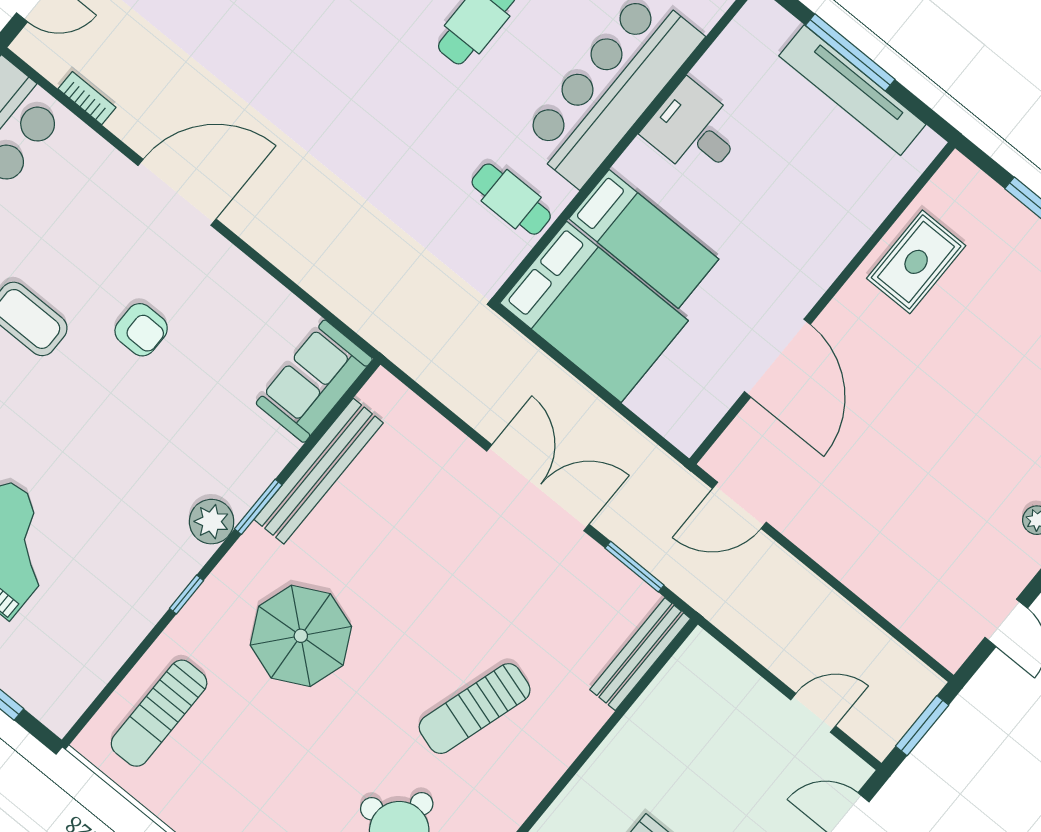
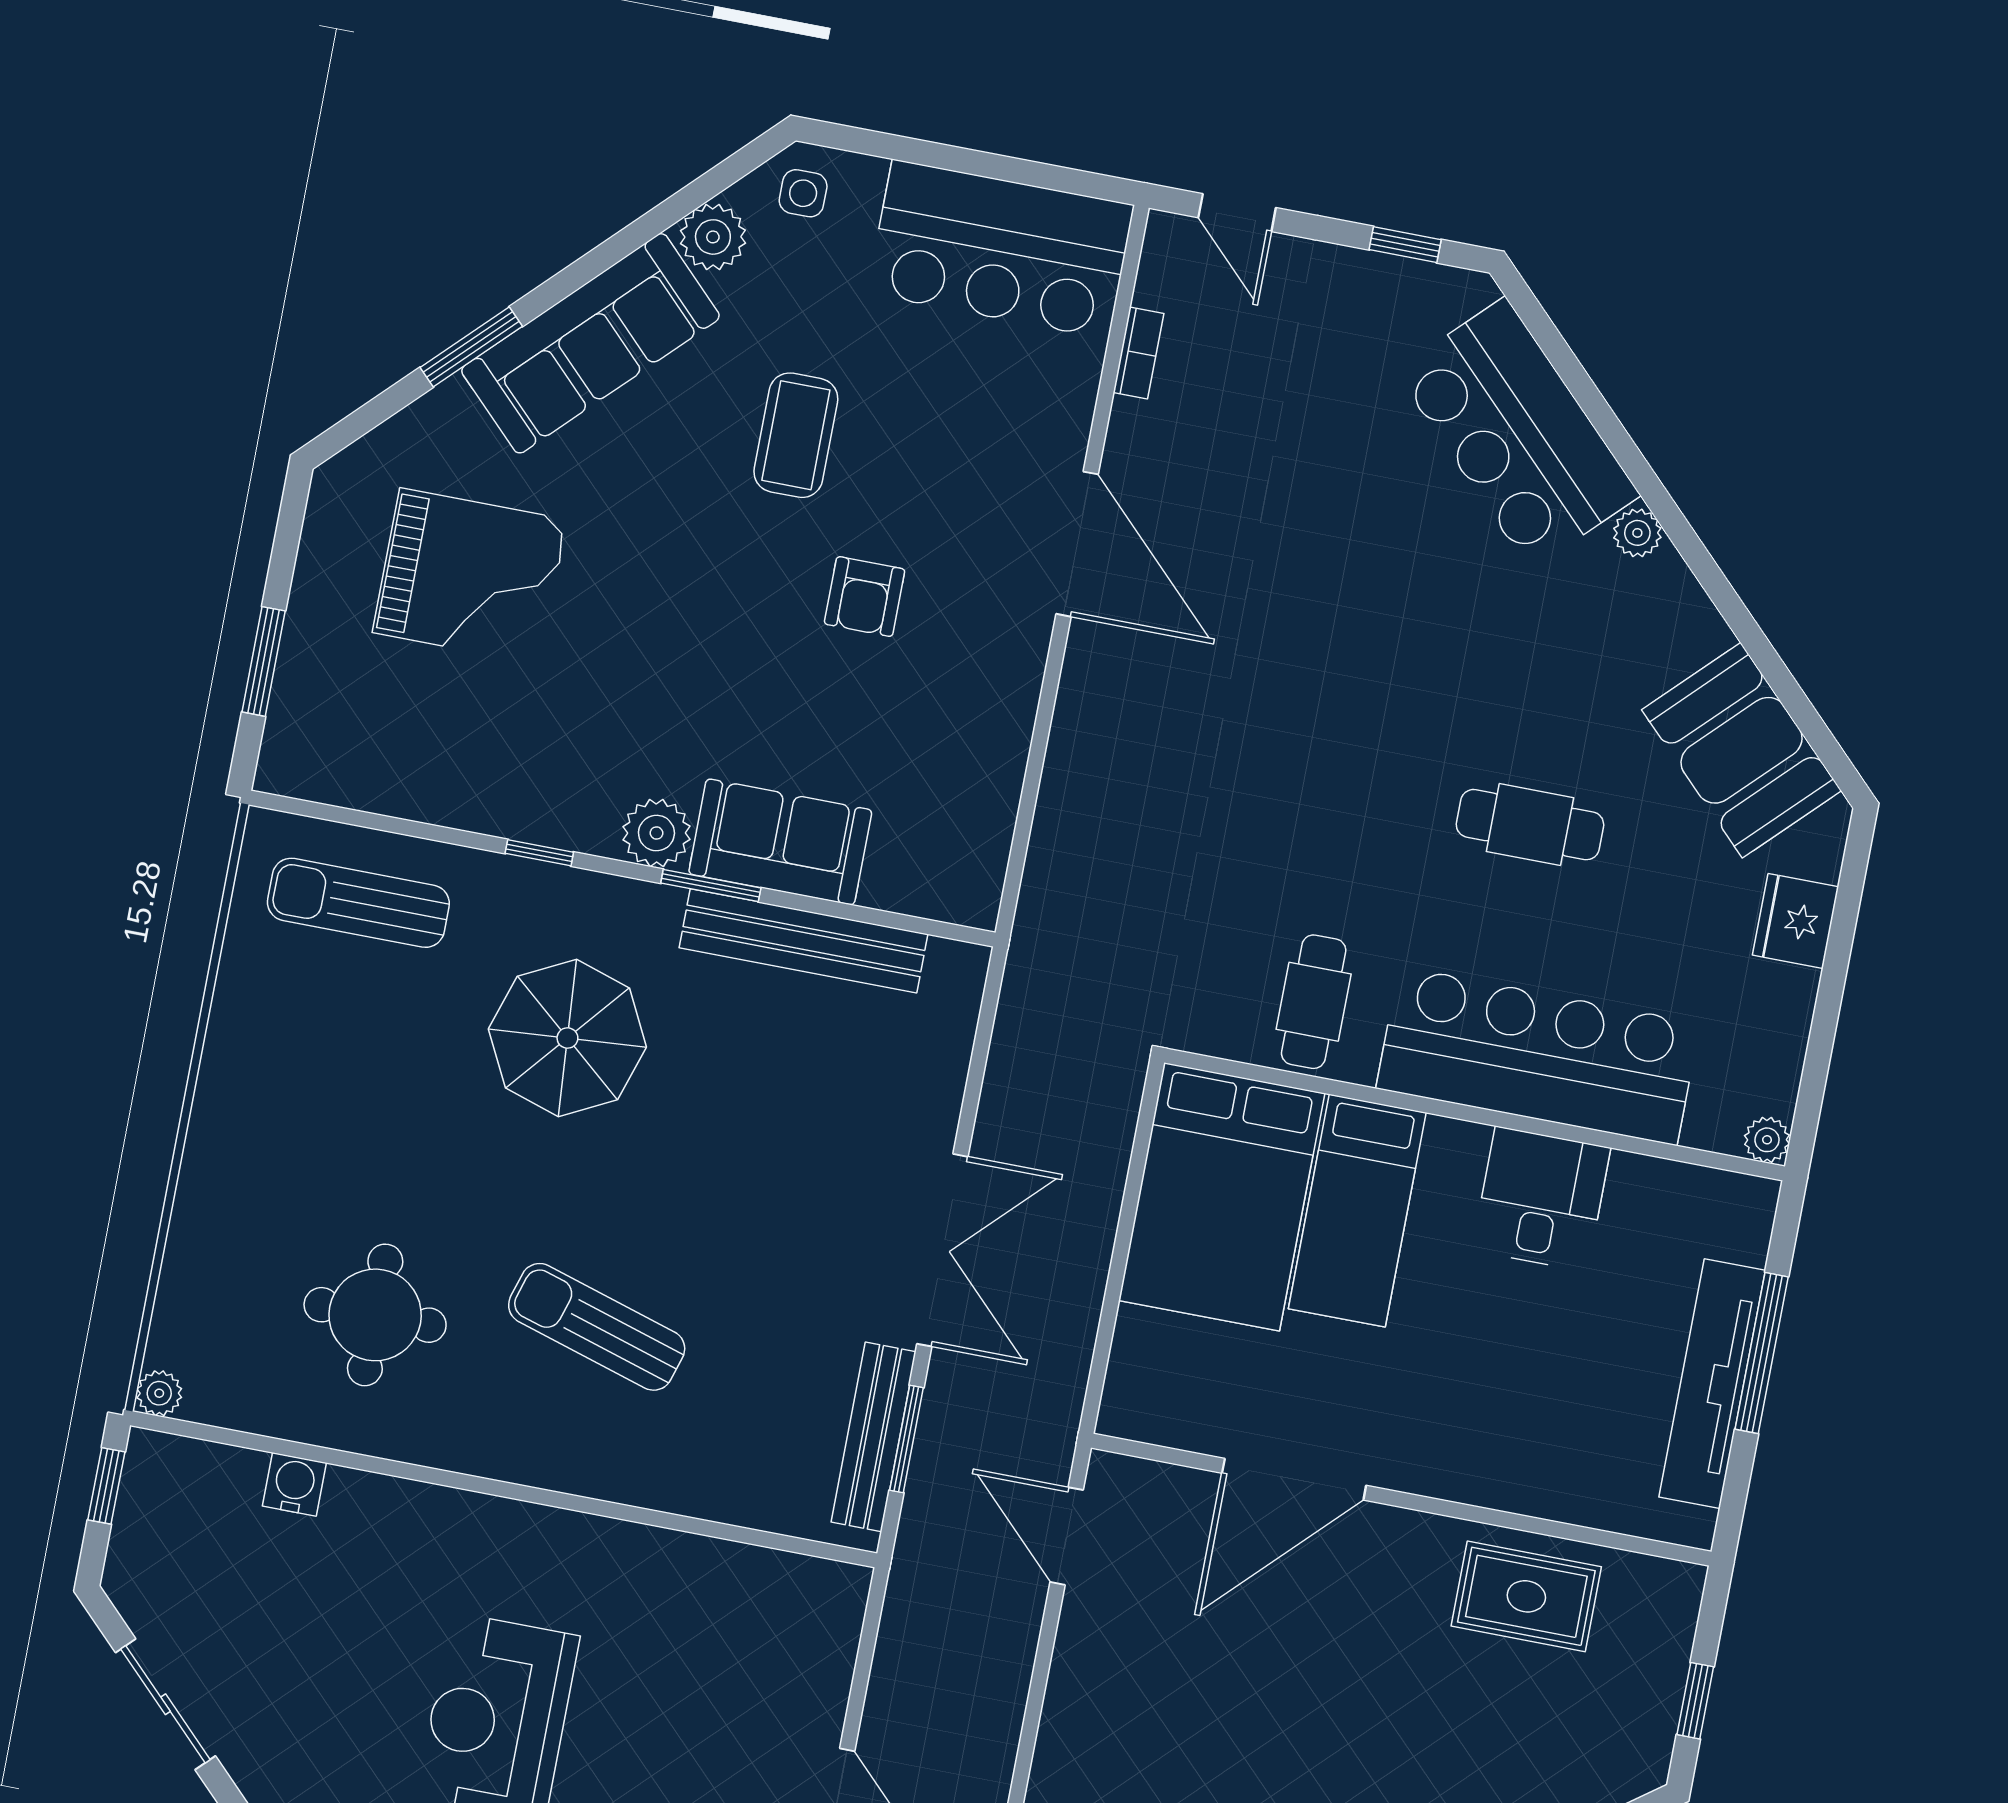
sofa: (314, 381) -> (780, 842), moved
bench: (640, 654) -> (874, 1437), moved, turned 90

